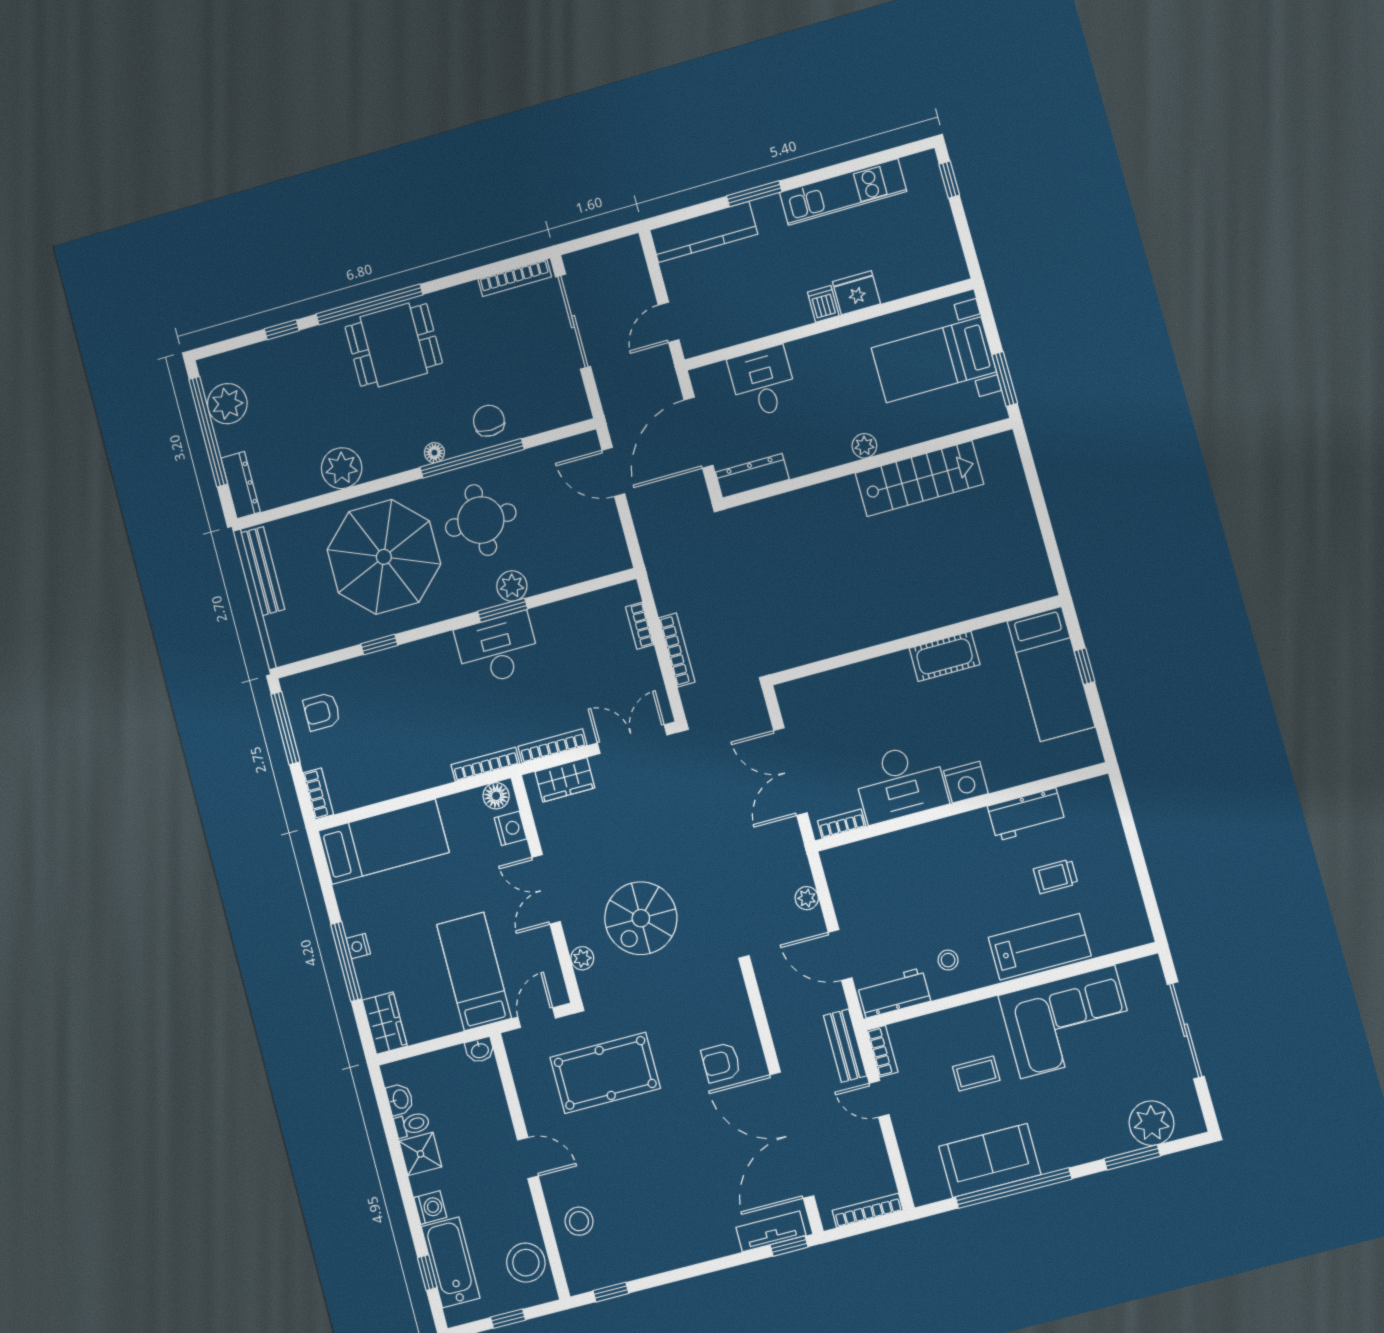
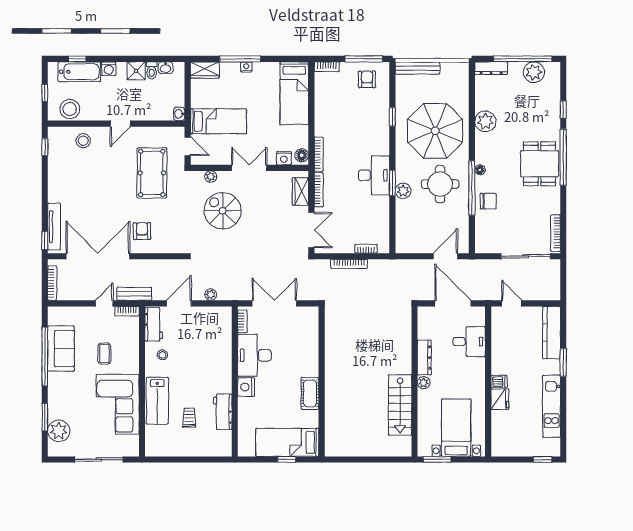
dresser: (752, 476) -> (424, 358), moved
bench: (263, 571) -> (417, 68), moved
tv unit: (771, 1231) -> (54, 227), width x1.41

